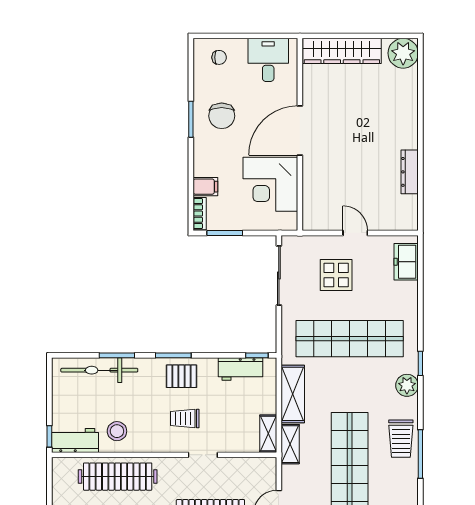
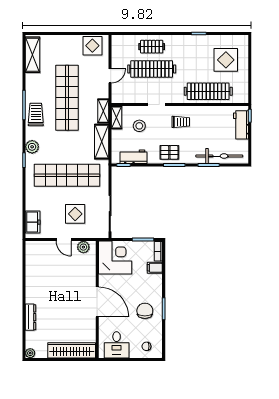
plant: (403, 53) -> (30, 353), width x0.53, depth x0.53
door: (300, 131) -> (97, 302), hinge flipped
dresser: (410, 172) -> (31, 317), moved
corner desk: (270, 184) -> (115, 257), moved
plant: (323, 221) -> (83, 247), added
trolley: (185, 418) -> (181, 122), moved
stool: (117, 431) -> (139, 126), moved
workbench: (75, 440) -> (241, 125), moved, turned 90

